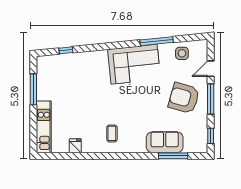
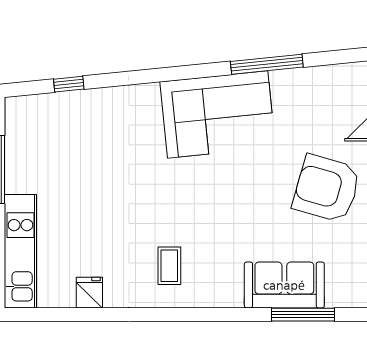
side table: (182, 53) -> (322, 91), removed

